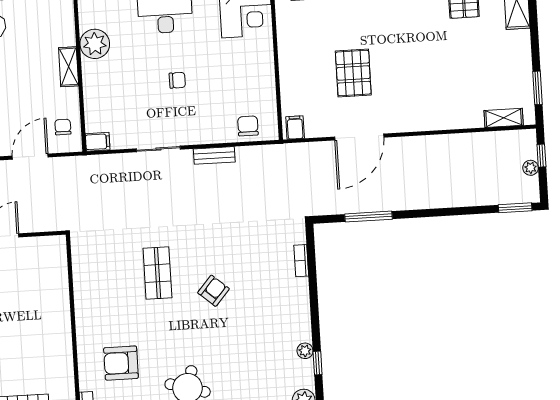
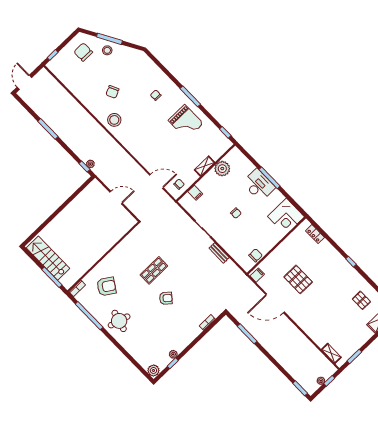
pallet: (353, 73) -> (298, 279), turned 90
chair: (248, 126) -> (256, 255), moved
filing cabinet: (98, 142) -> (195, 193), moved
armchair: (121, 363) -> (106, 286), turned 123

